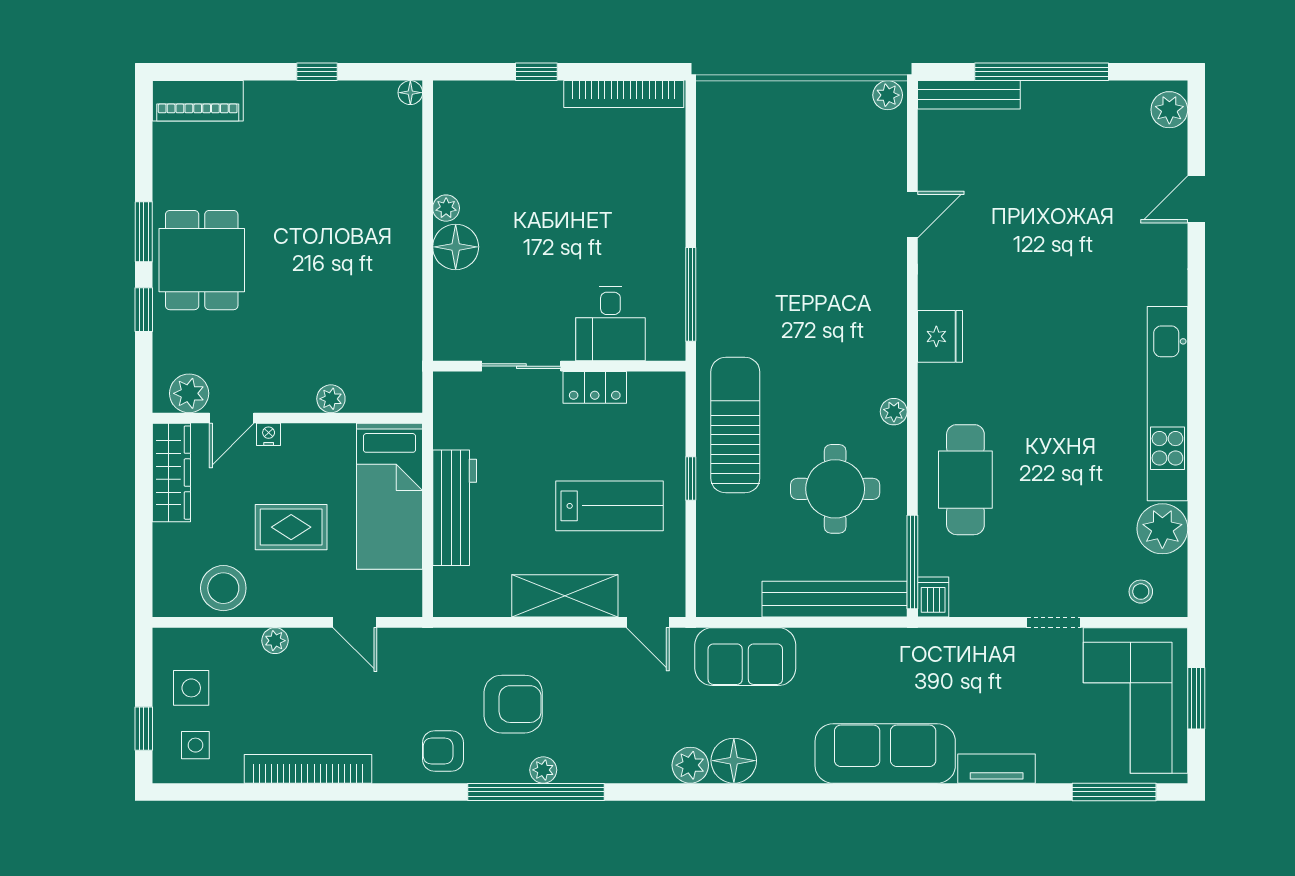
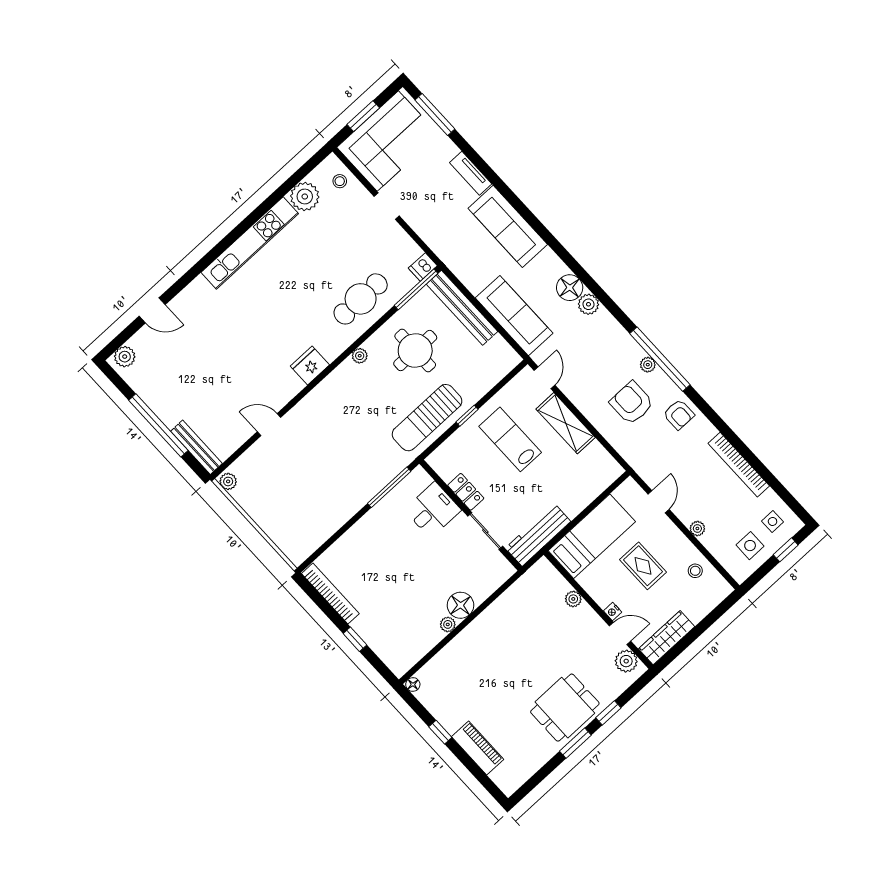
piano: (198, 101) -> (478, 748), moved
workbench: (455, 508) -> (538, 535), moved
stool: (223, 588) -> (695, 571), width x0.53, depth x0.53
sofa: (745, 657) -> (514, 316), width x1.36

